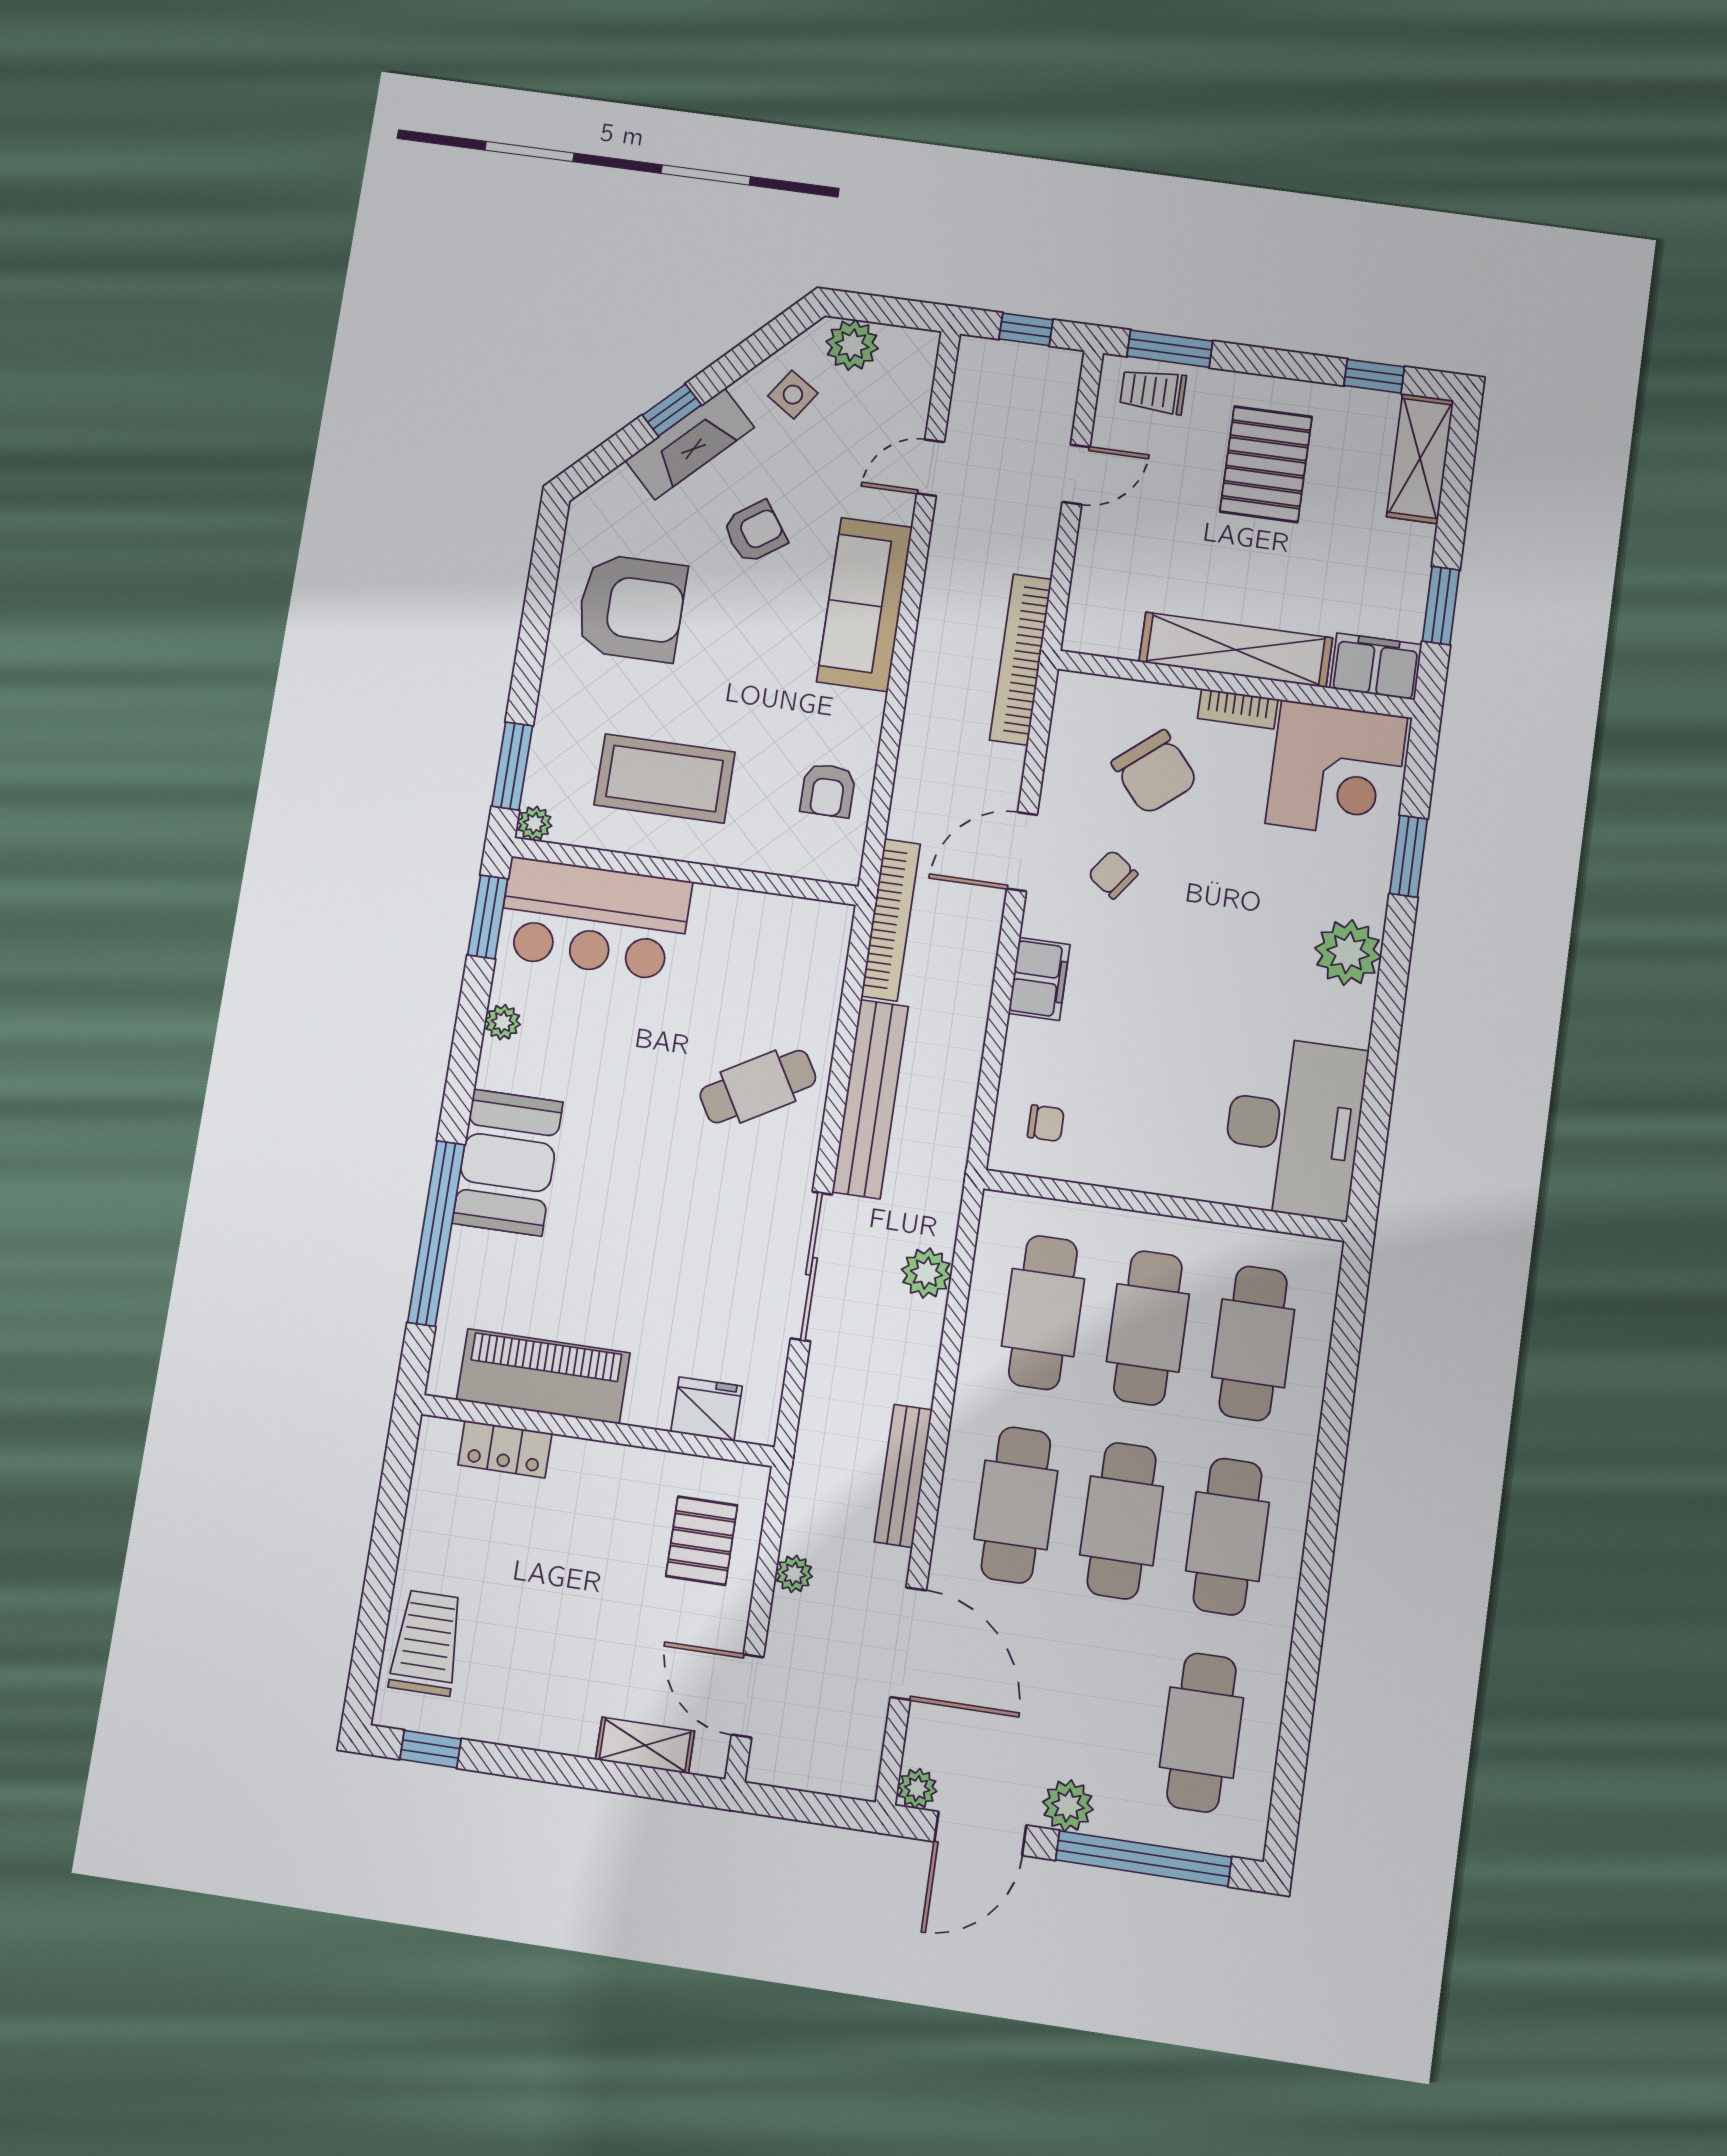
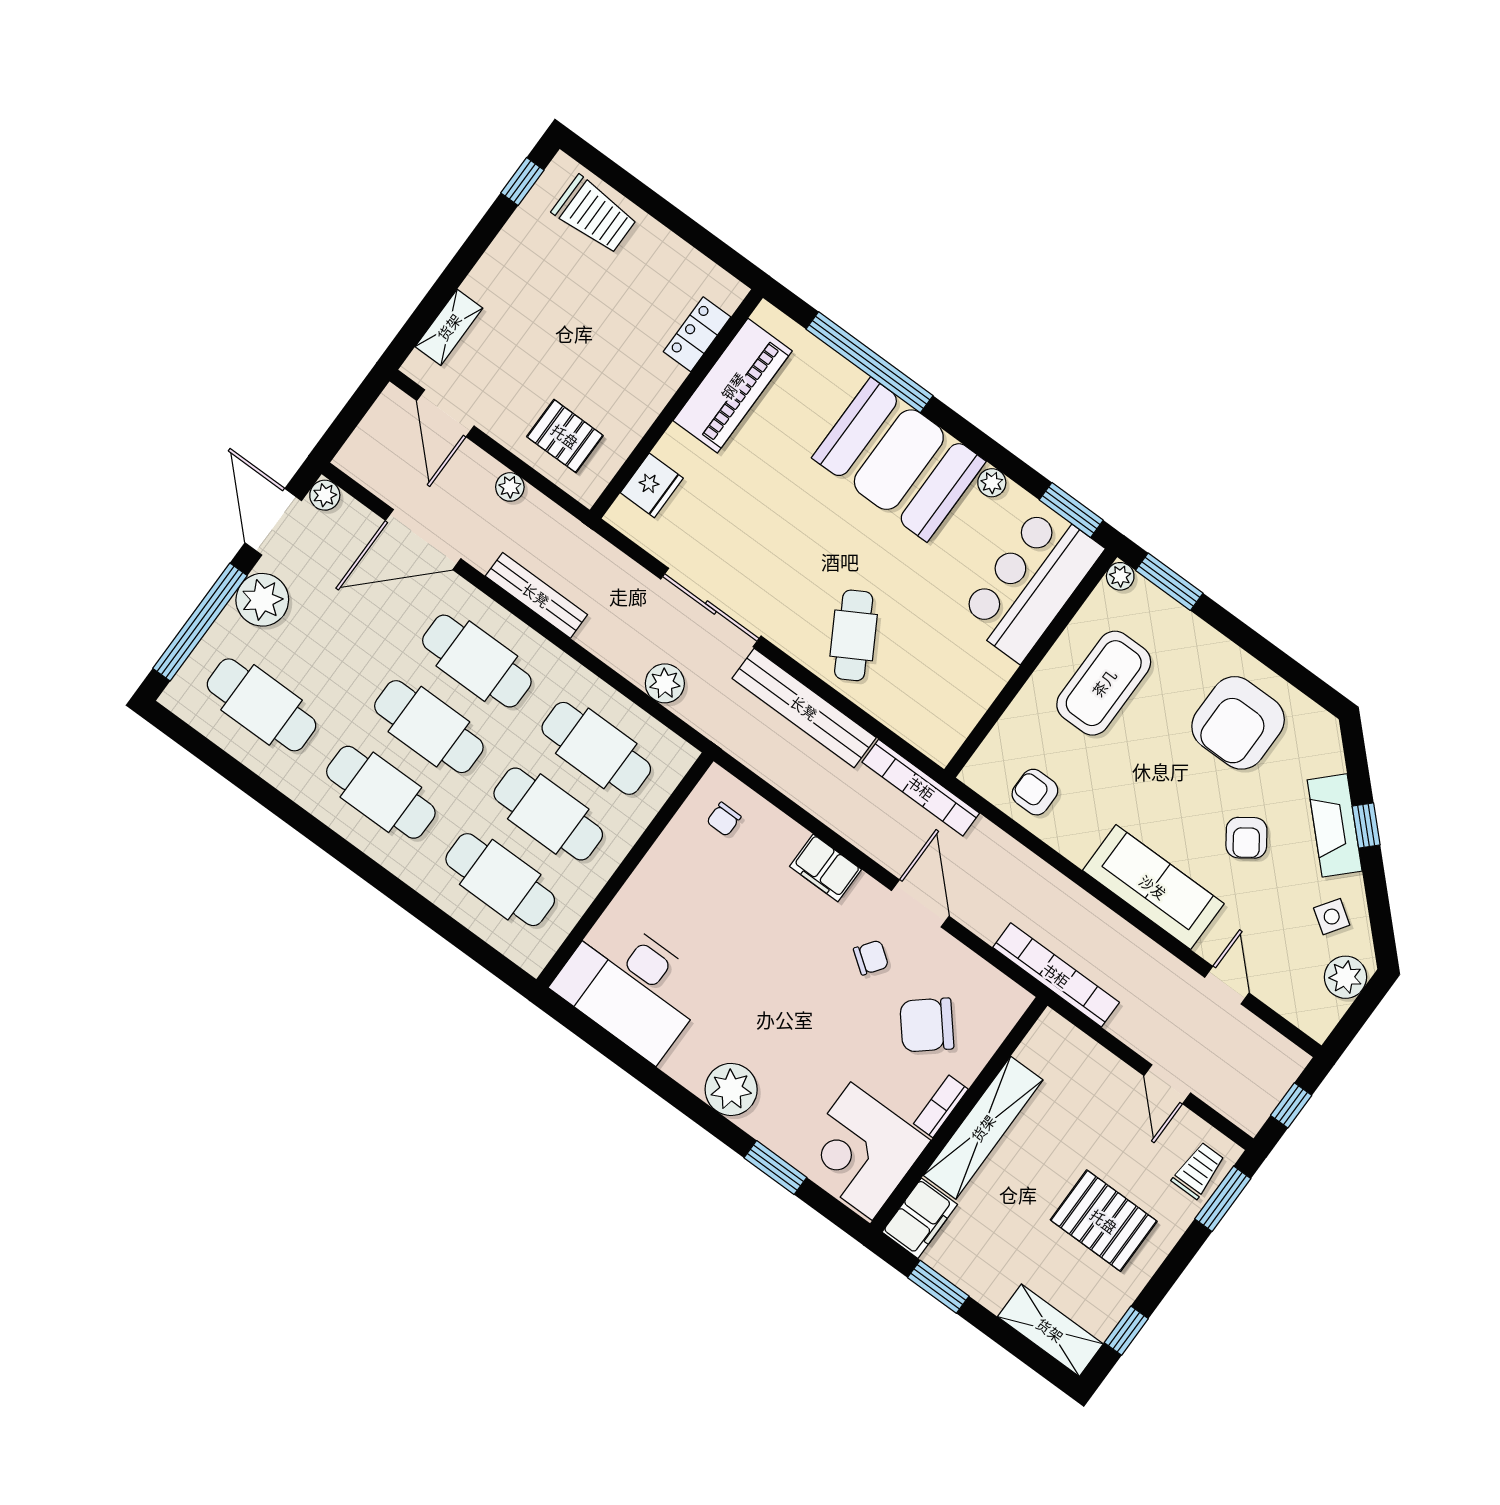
booth: (508, 1163) -> (899, 460), width x1.36, depth x1.42
door: (747, 1696) -> (445, 413), swing flipped
plant: (1068, 1806) -> (262, 600), width x1.36, depth x1.36

